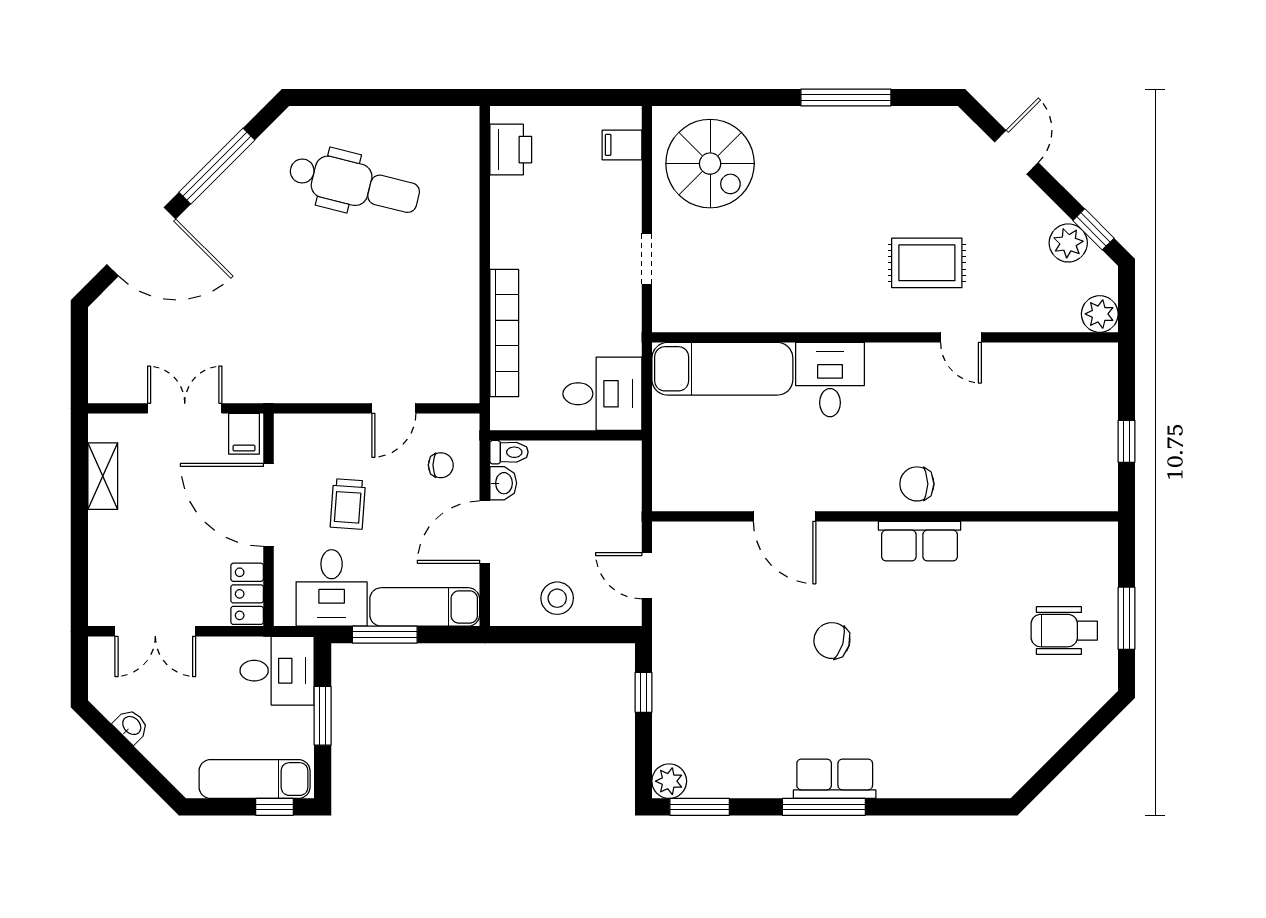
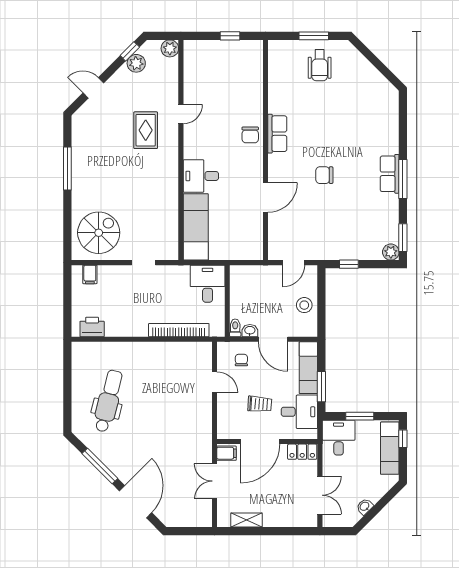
chair: (832, 641) -> (324, 175), turned 73

